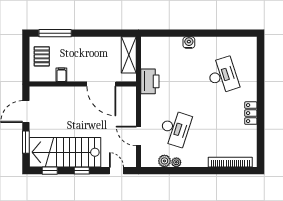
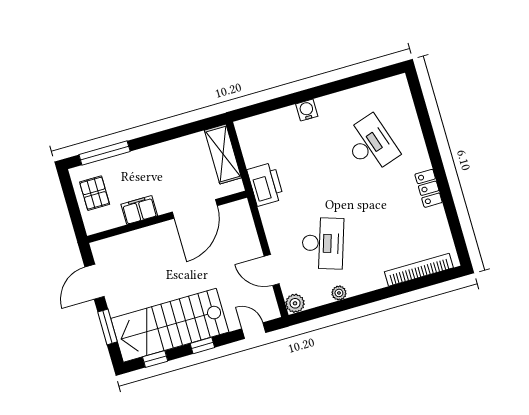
filing cabinet: (61, 75) -> (139, 210), width x2.00
door: (101, 84) -> (195, 209), hinge flipped
plant: (164, 161) -> (295, 303), moved

